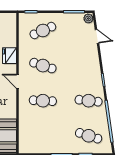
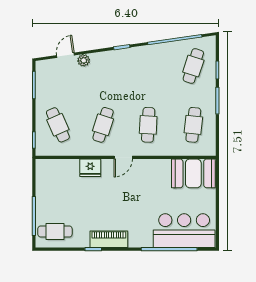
plant: (88, 18) -> (84, 60), moved
cafe table: (89, 101) -> (193, 125), moved

